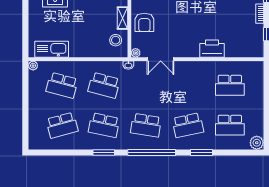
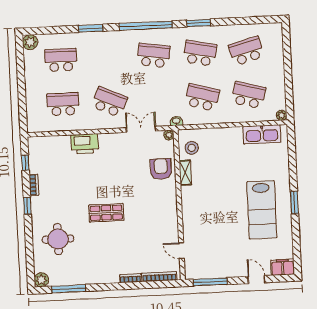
school desk: (188, 125) -> (109, 102), moved, turned 36

